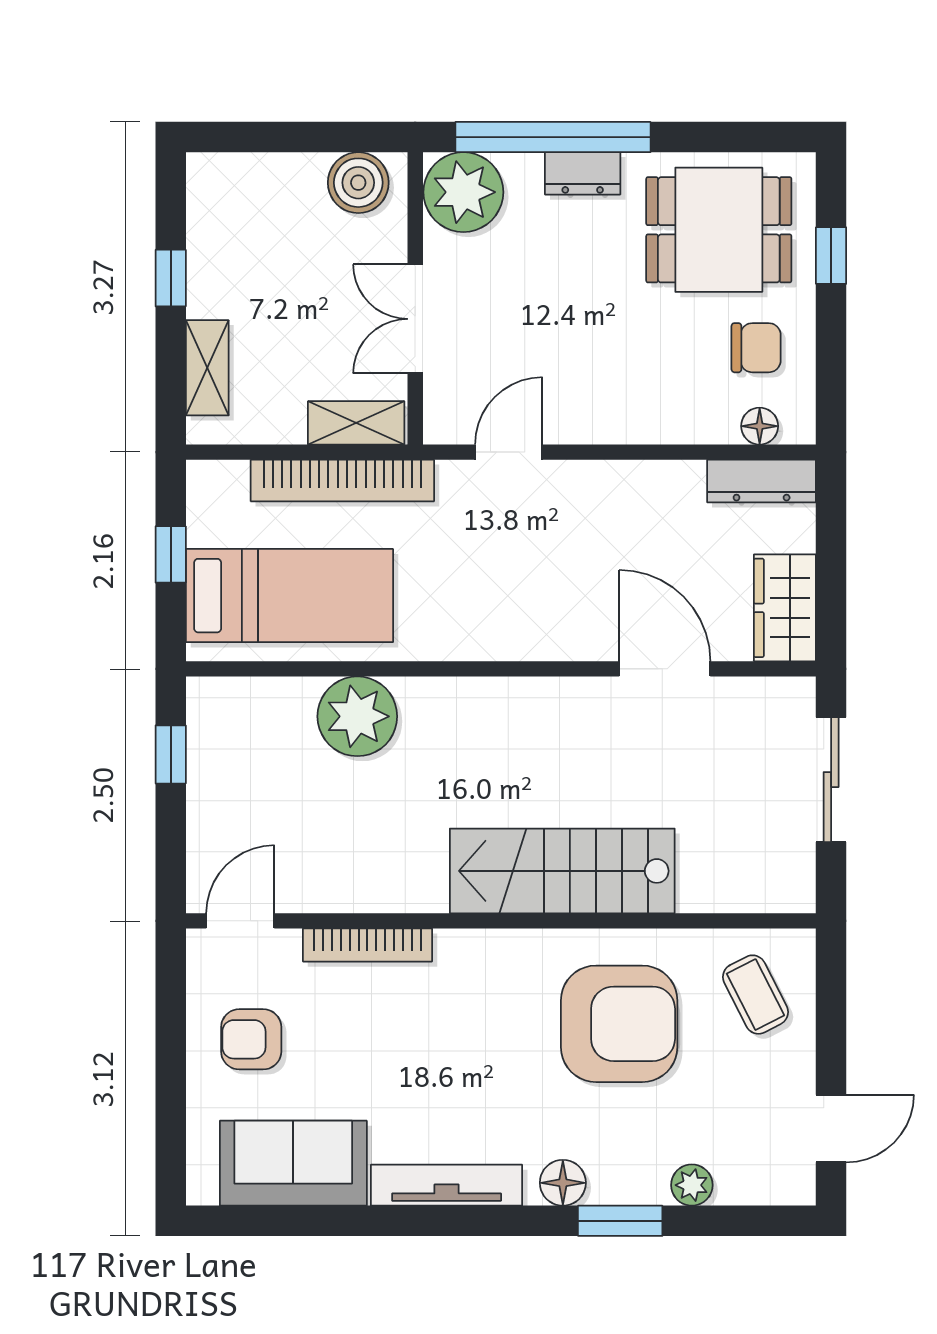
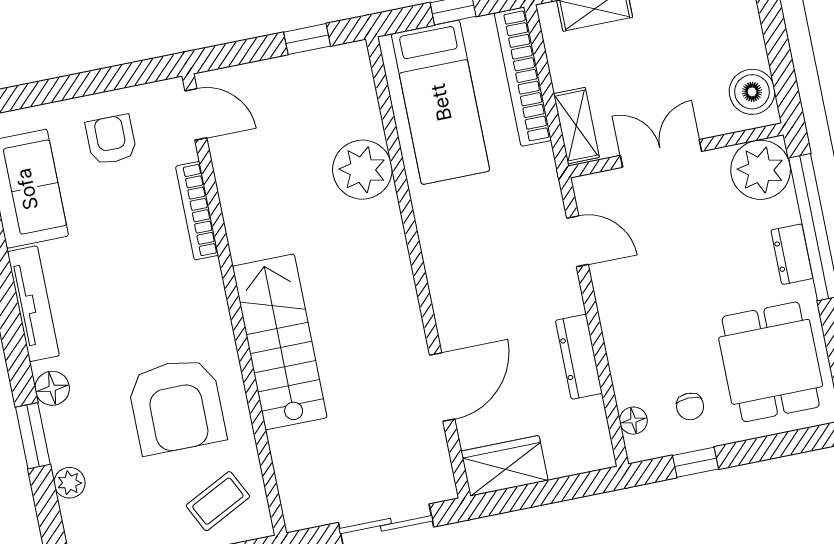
window: (831, 256) -> (695, 462), moved
chair: (756, 348) -> (690, 406), width x0.73, depth x0.73
bookcase: (342, 481) -> (523, 77), moved
dresser: (762, 481) -> (579, 357), moved

